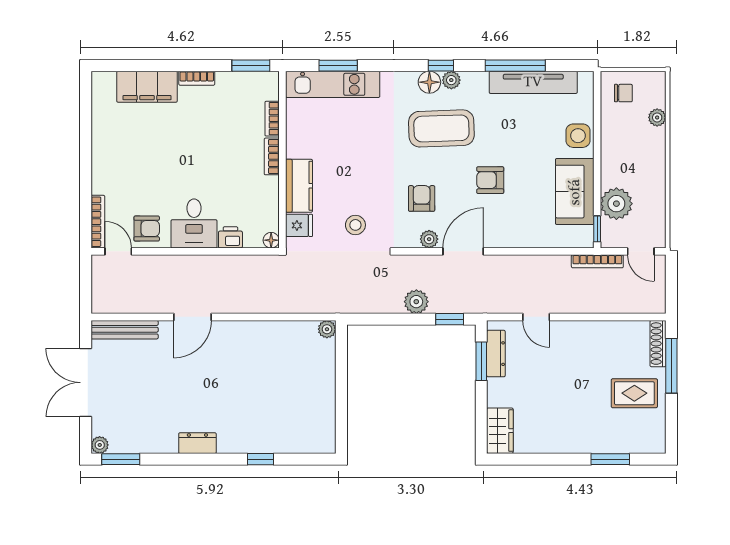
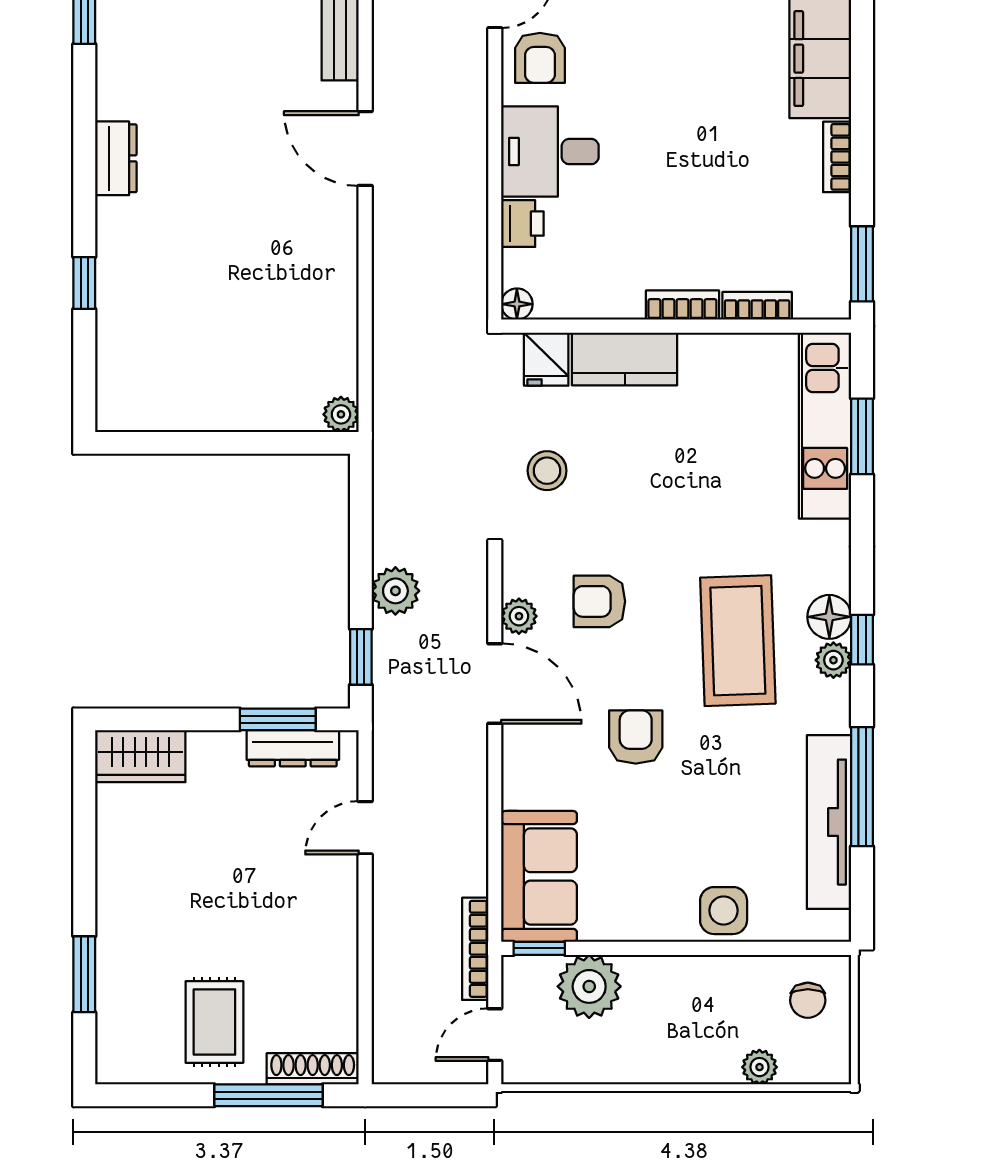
sofa: (575, 192) -> (539, 876), moved, turned 90
armchair: (422, 198) -> (599, 601), turned 180

